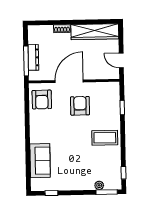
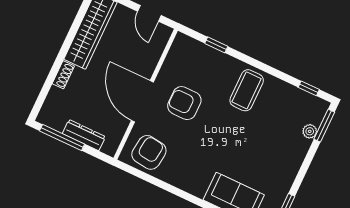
door: (121, 60) -> (149, 13), hinge flipped
window: (26, 61) -> (62, 138), moved
armchair: (42, 100) -> (149, 152), turned -83

